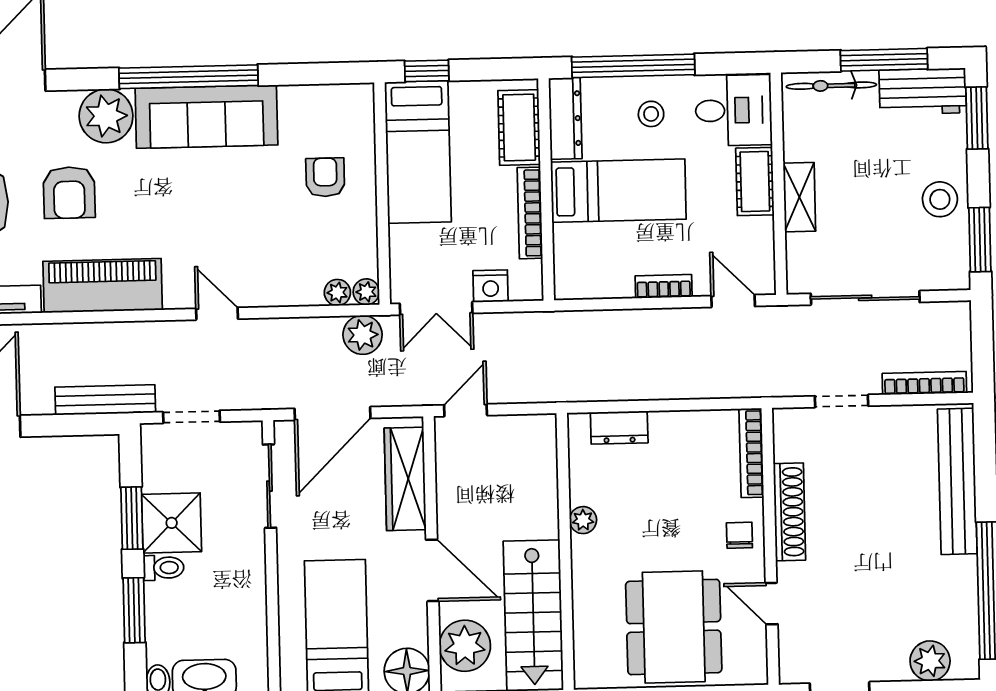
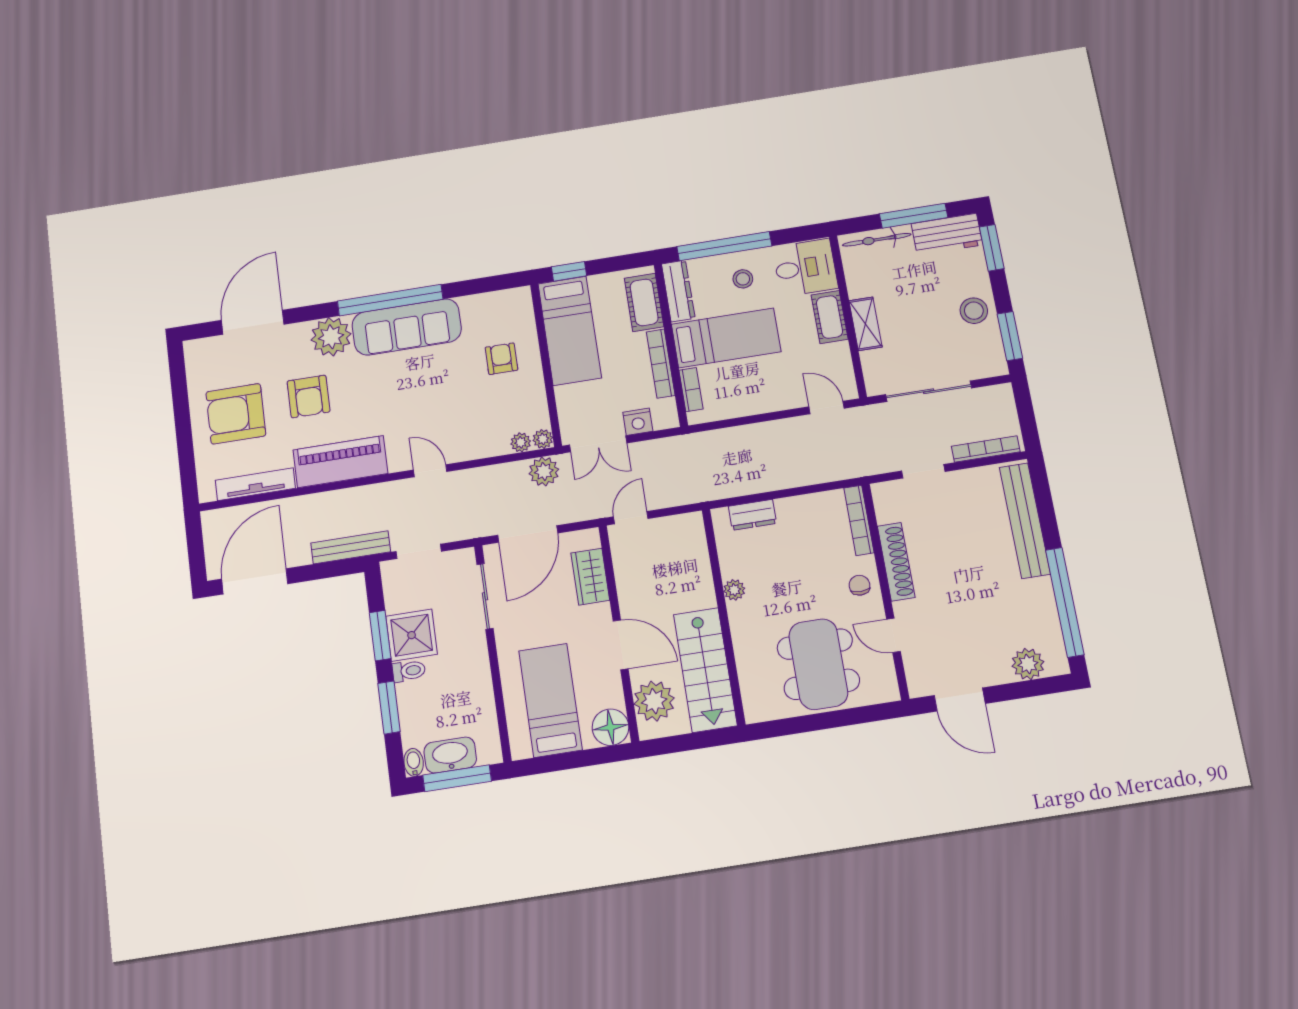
bookcase: (664, 286) -> (691, 390), moved, turned 90
wardrobe: (405, 479) -> (590, 577), width x0.67

